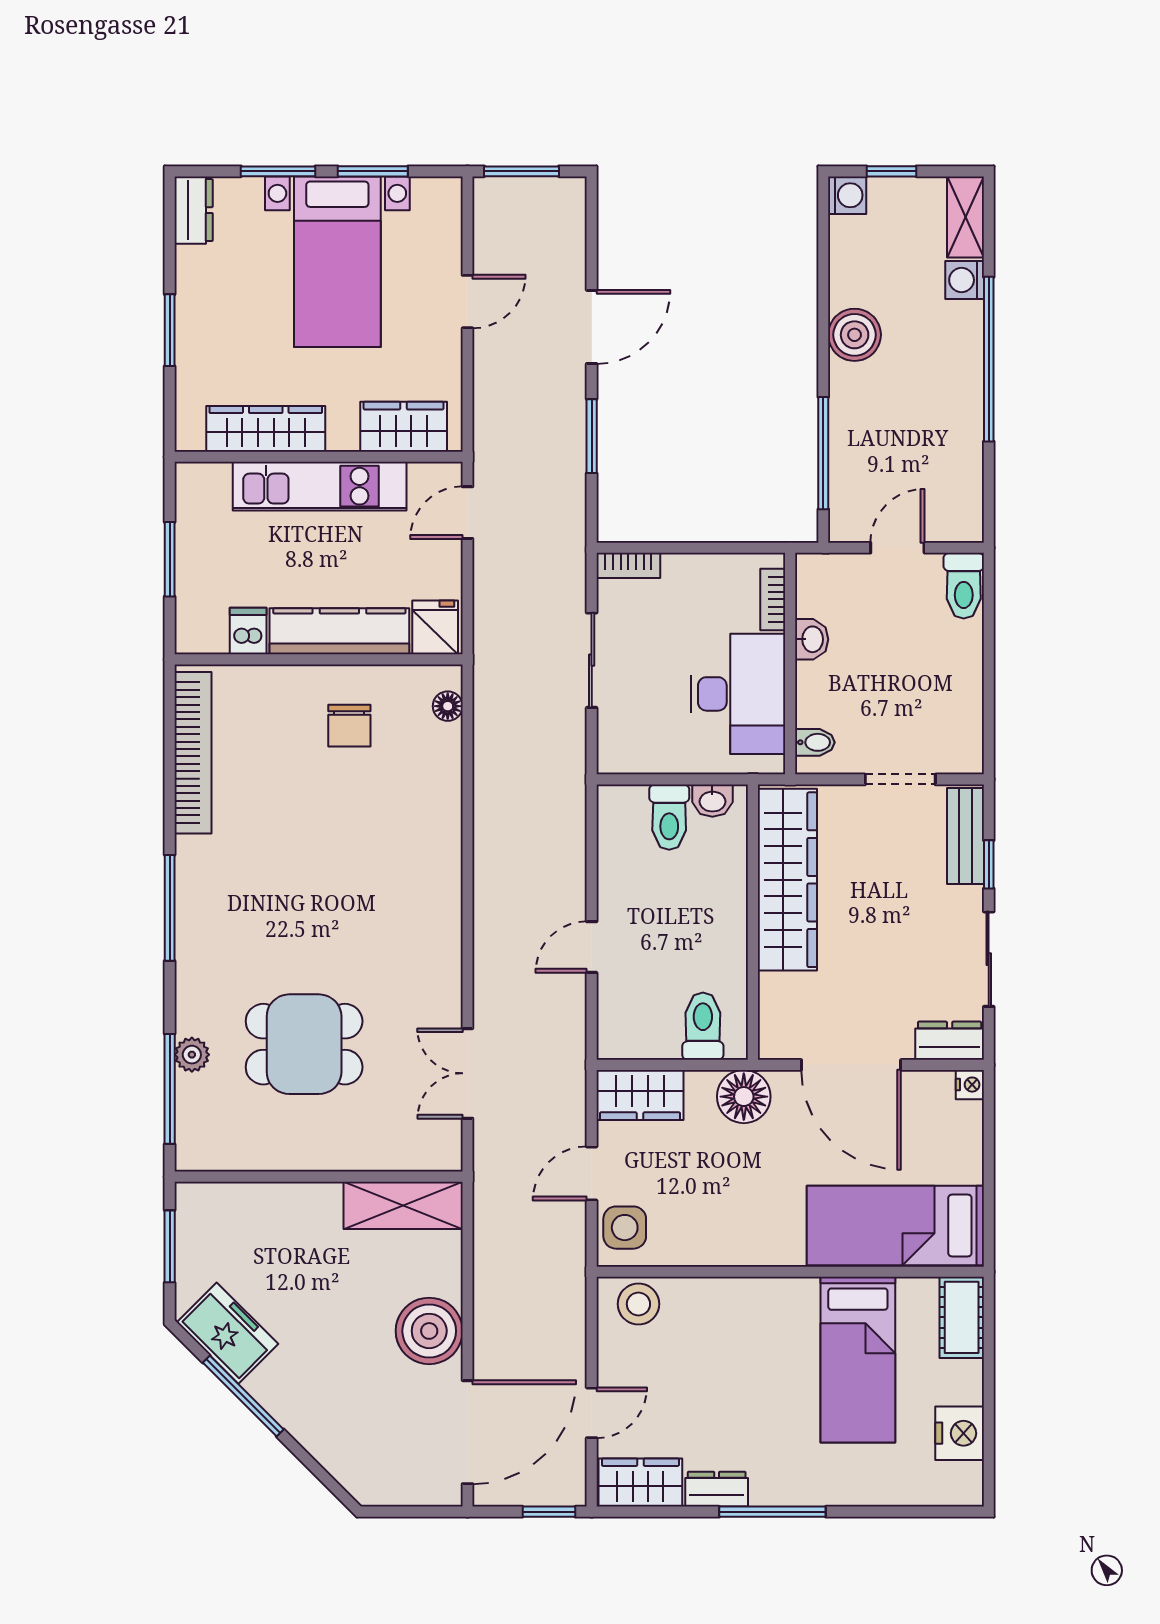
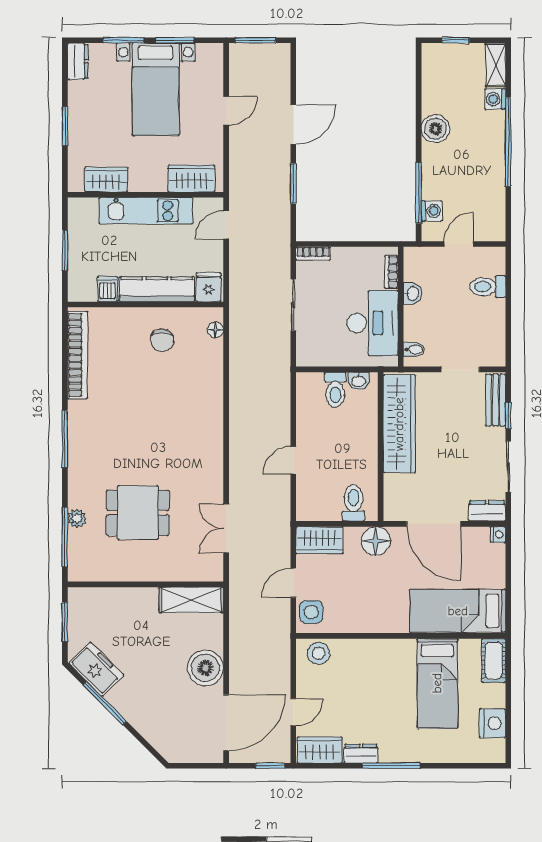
washing machine: (847, 195) -> (432, 211), moved
wardrobe: (266, 429) -> (106, 180), width x0.67
toilet: (964, 586) -> (488, 287), moved, turned 90

